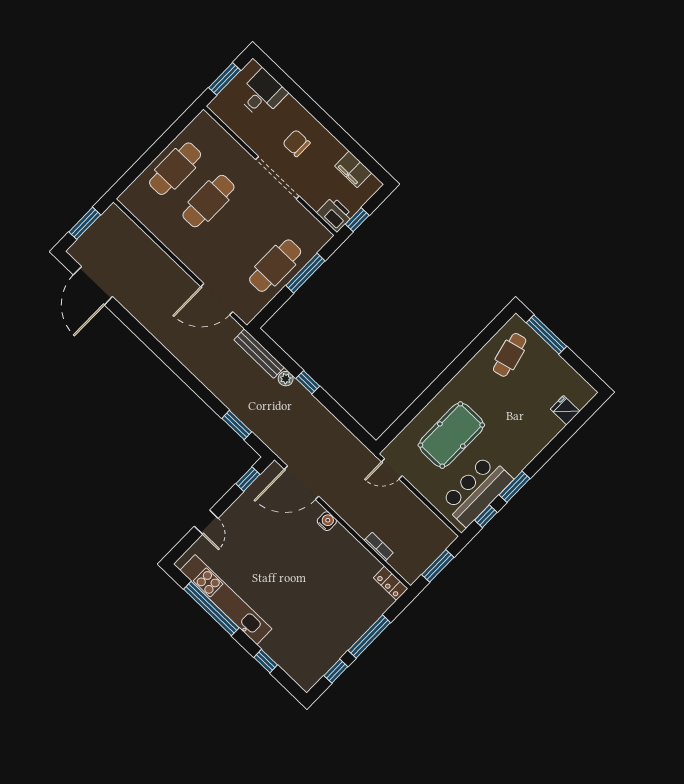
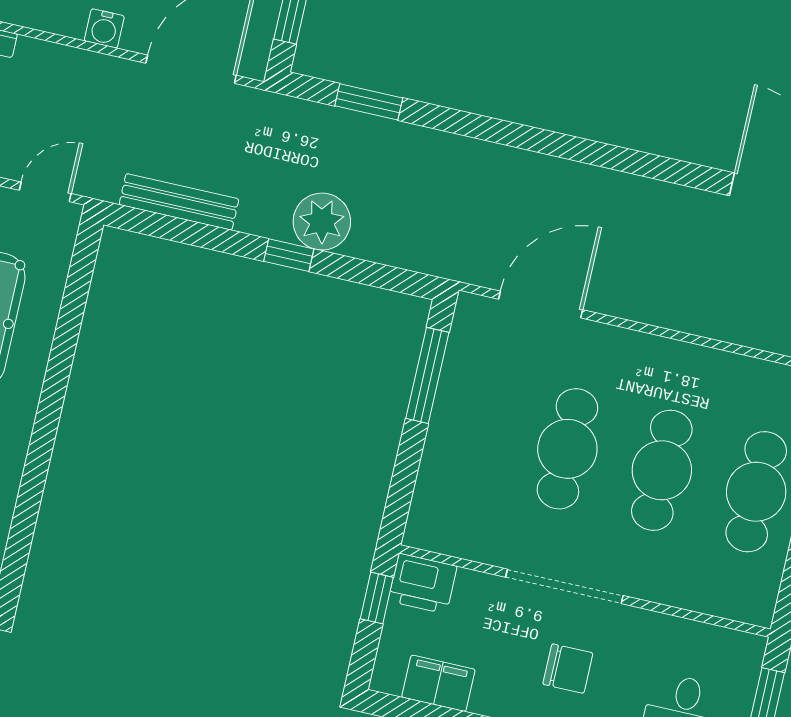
cafe table: (275, 266) -> (567, 449), moved
window: (305, 273) -> (427, 375), moved
bench: (259, 354) -> (179, 202), moved
plant: (286, 379) -> (322, 222), width x1.87, depth x1.87

